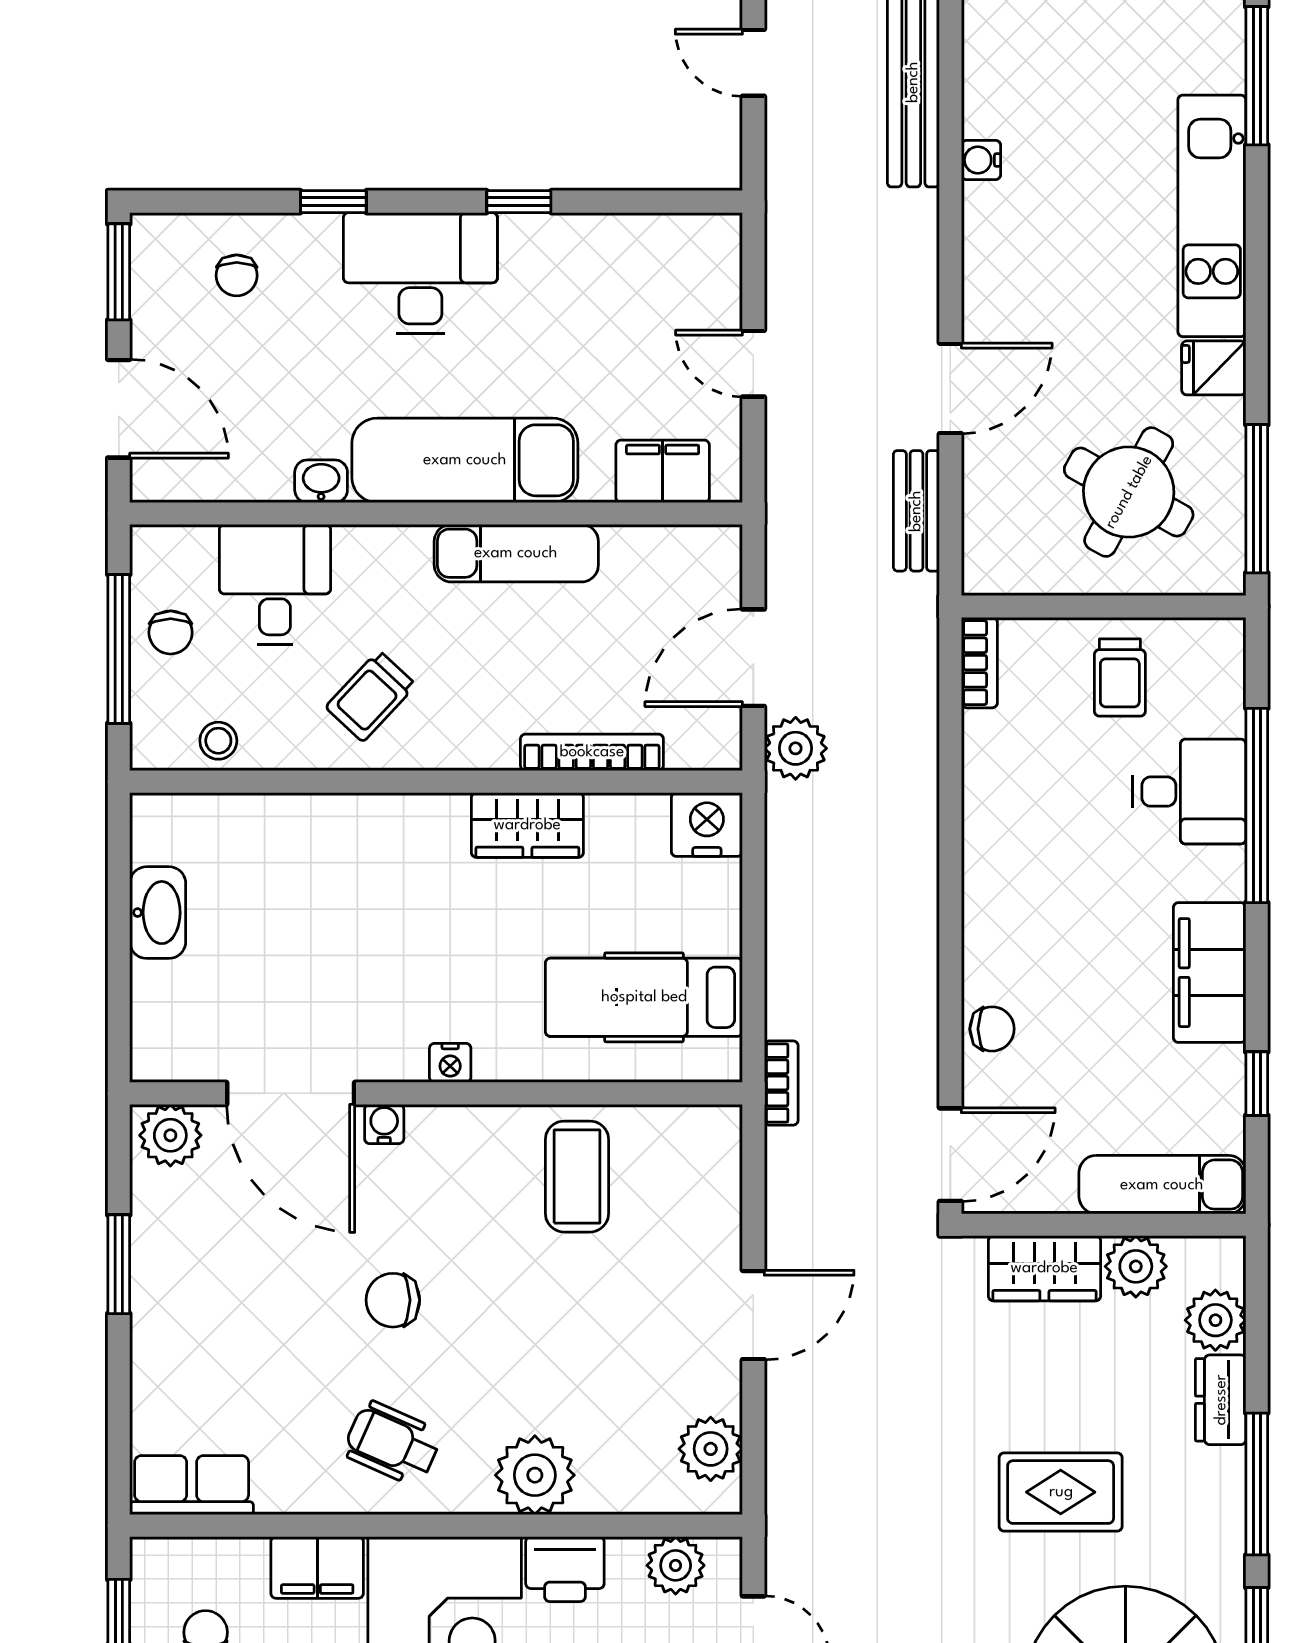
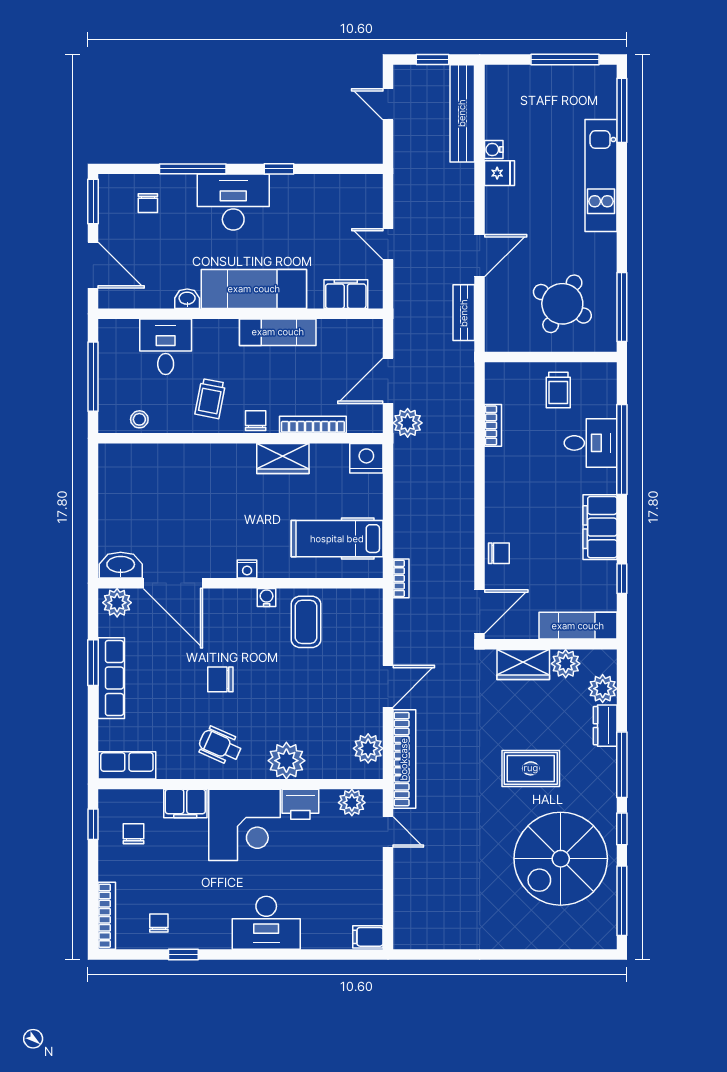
window: (333, 202) -> (193, 169), width x2.17
fridge: (1214, 368) -> (500, 173), moved, turned 180
chair: (171, 632) -> (256, 421), moved, turned 180
bookcase: (979, 663) -> (493, 425), moved
trolley: (371, 696) -> (210, 399), turned -32
washbasin: (158, 913) -> (121, 565), moved, turned -90
water cooler: (384, 1124) -> (267, 597), moved
row of seats: (158, 1297) -> (111, 678), added
bookcase: (788, 1472) -> (404, 759), added

